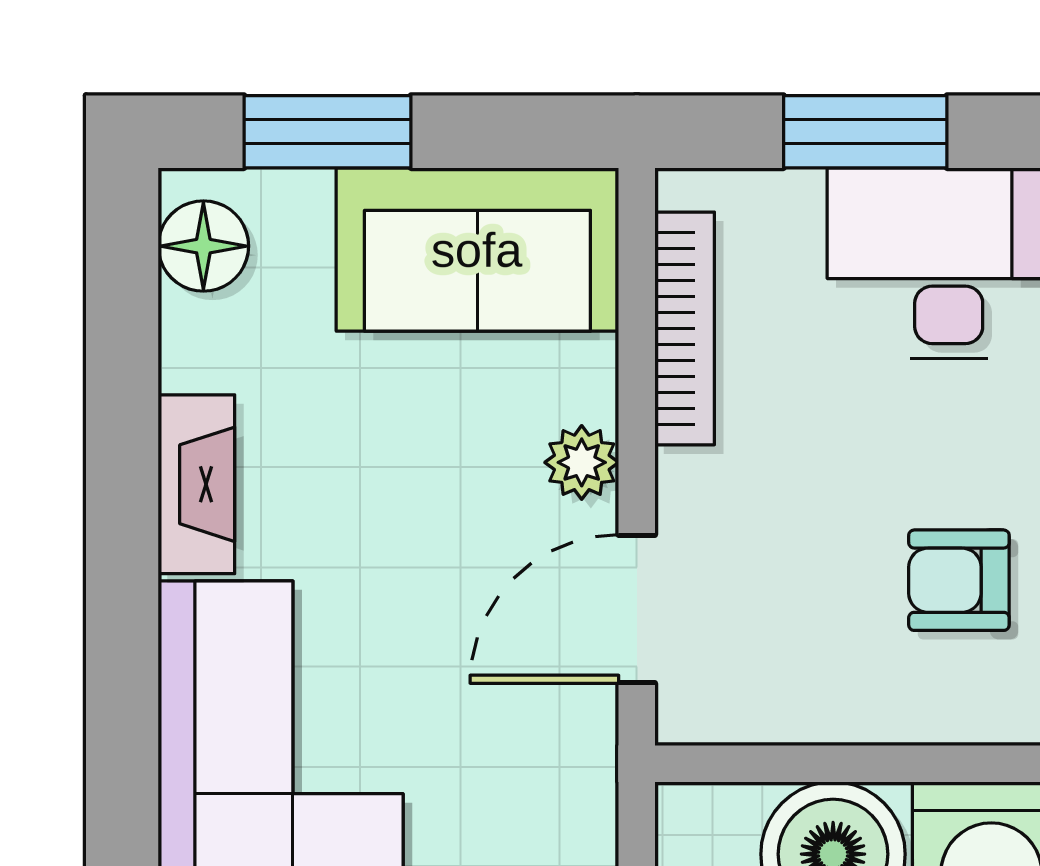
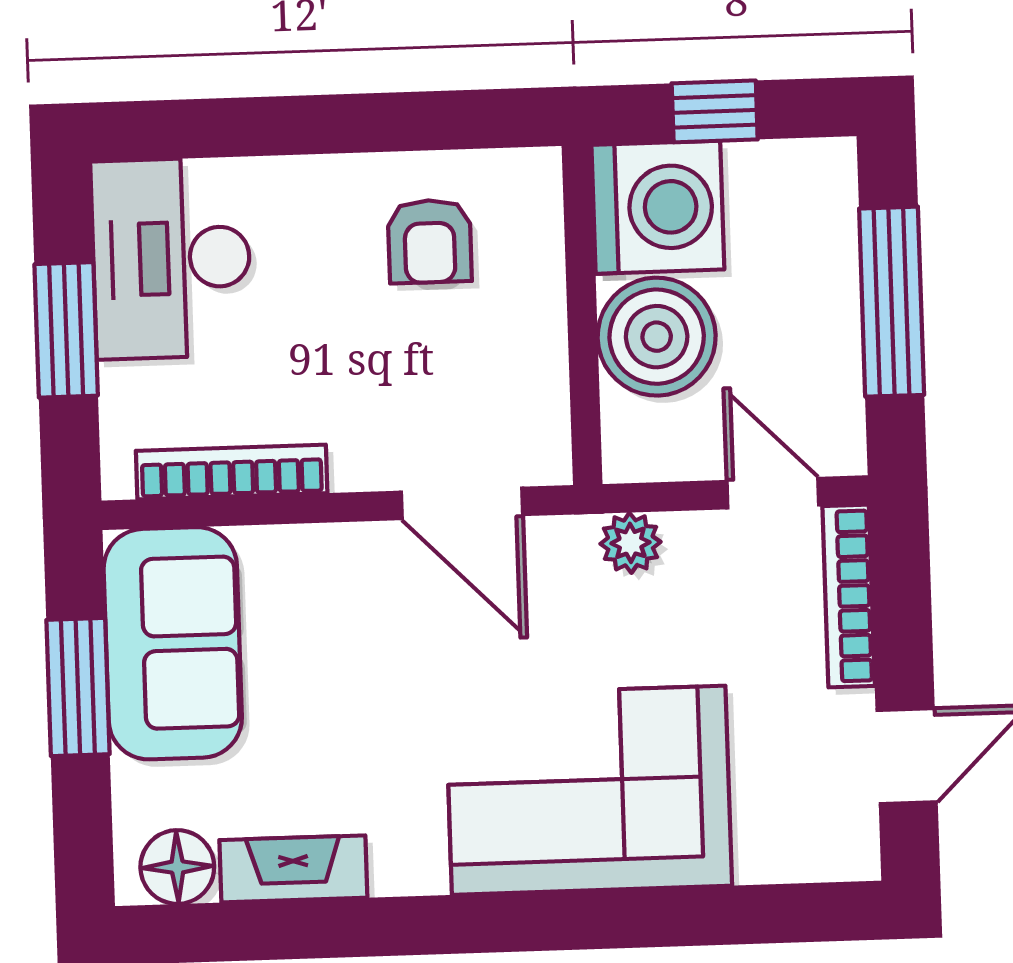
window: (328, 132) -> (78, 687), moved
plant: (582, 462) -> (630, 543), moved
fireplace: (196, 484) -> (293, 869), moved

